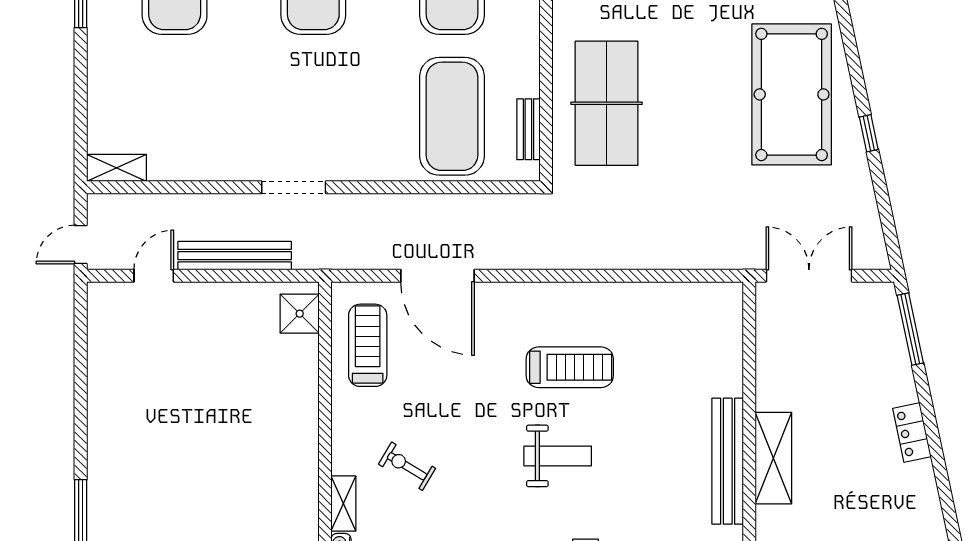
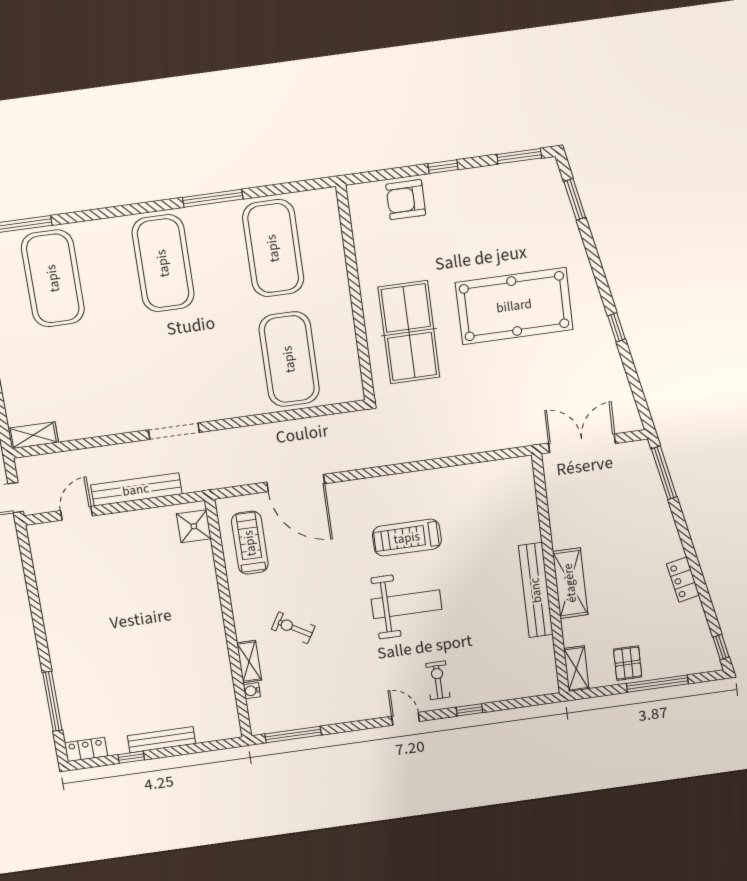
pool table: (792, 94) -> (514, 306), moved, turned 90
bench: (528, 129) -> (351, 361), removed
treadmill: (570, 367) -> (407, 538), turned 180
locker: (912, 433) -> (683, 580), moved
weight bench: (558, 456) -> (406, 604), width x1.36, depth x1.33

